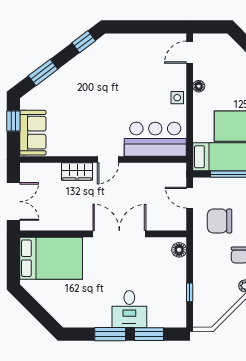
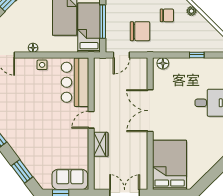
door: (108, 159) -> (91, 120), swing flipped
chair: (220, 221) -> (140, 31), turned -90

